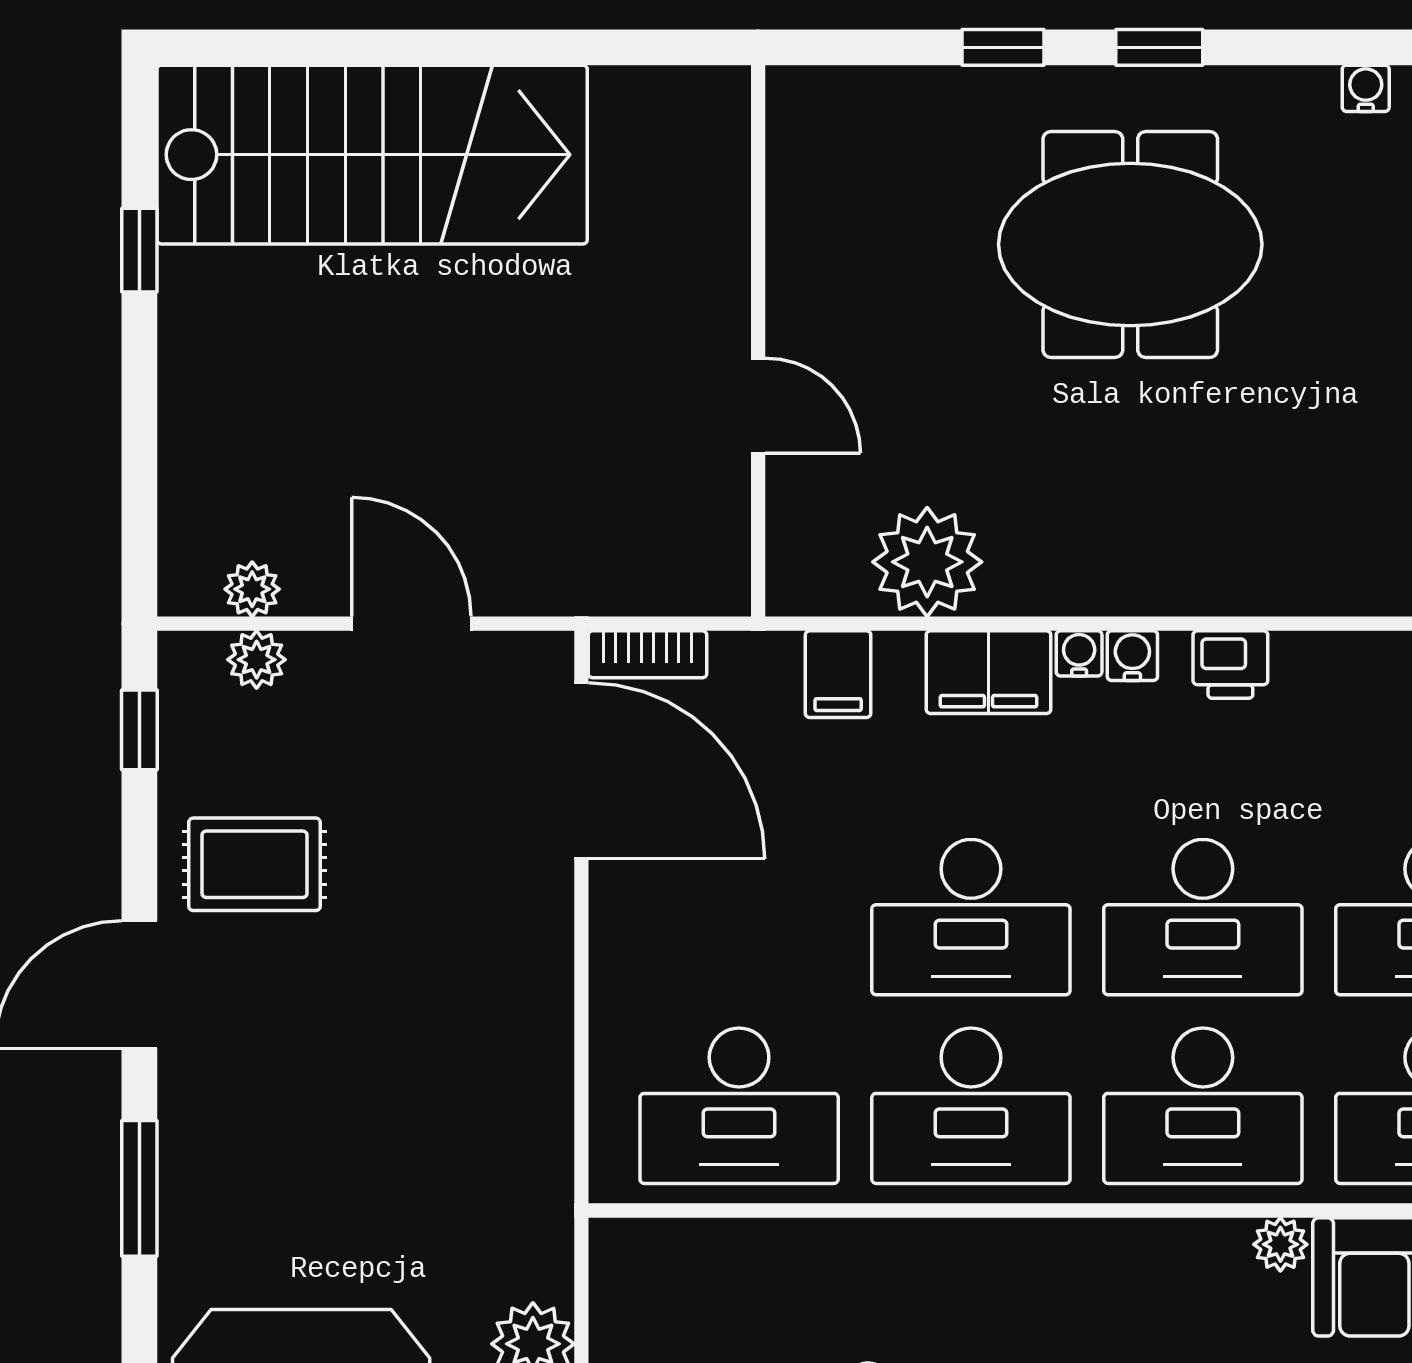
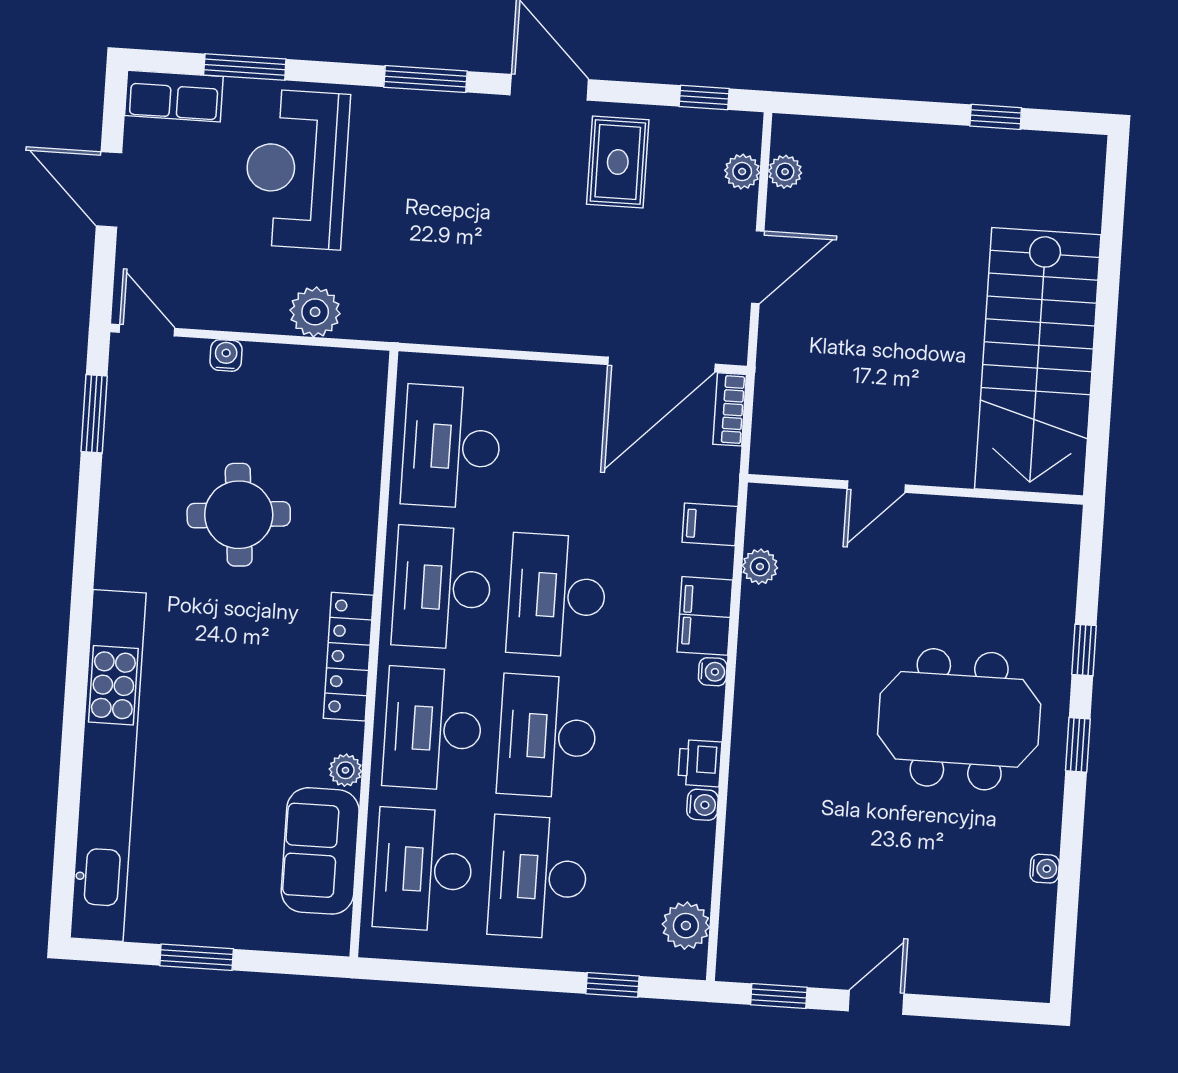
stairs: (372, 155) -> (1038, 362), moved
meeting table: (1130, 244) -> (959, 719), turned 90
plant: (927, 562) -> (760, 567), width x0.53, depth x0.53
water cooler: (1132, 656) -> (702, 805), moved
locker: (1094, 1252) -> (348, 657), added

